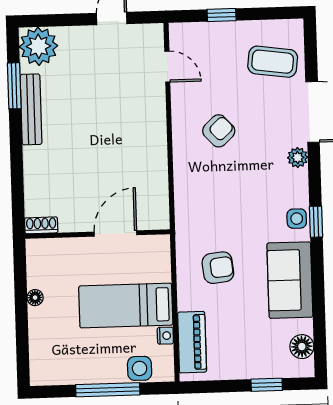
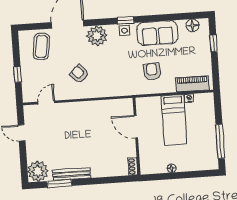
plant: (298, 158) -> (97, 36), width x1.87, depth x1.87
side table: (140, 368) -> (207, 111), removed
window: (108, 390) -> (220, 141), moved

